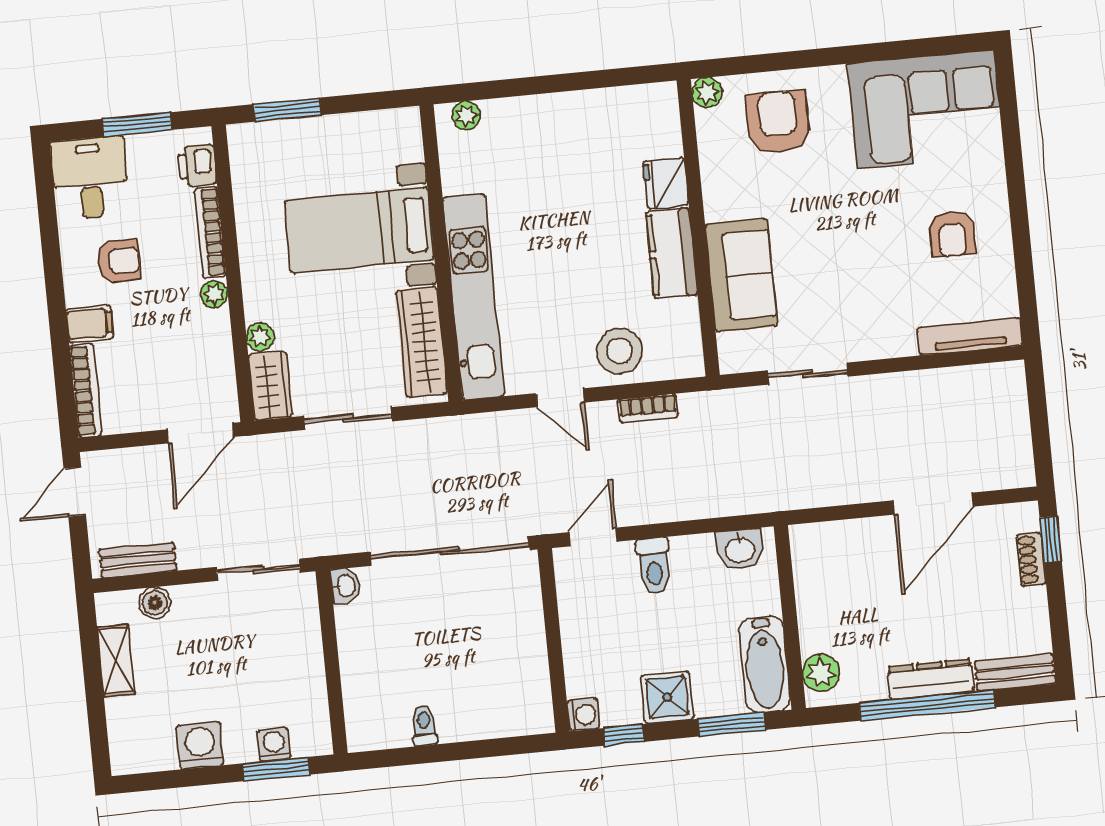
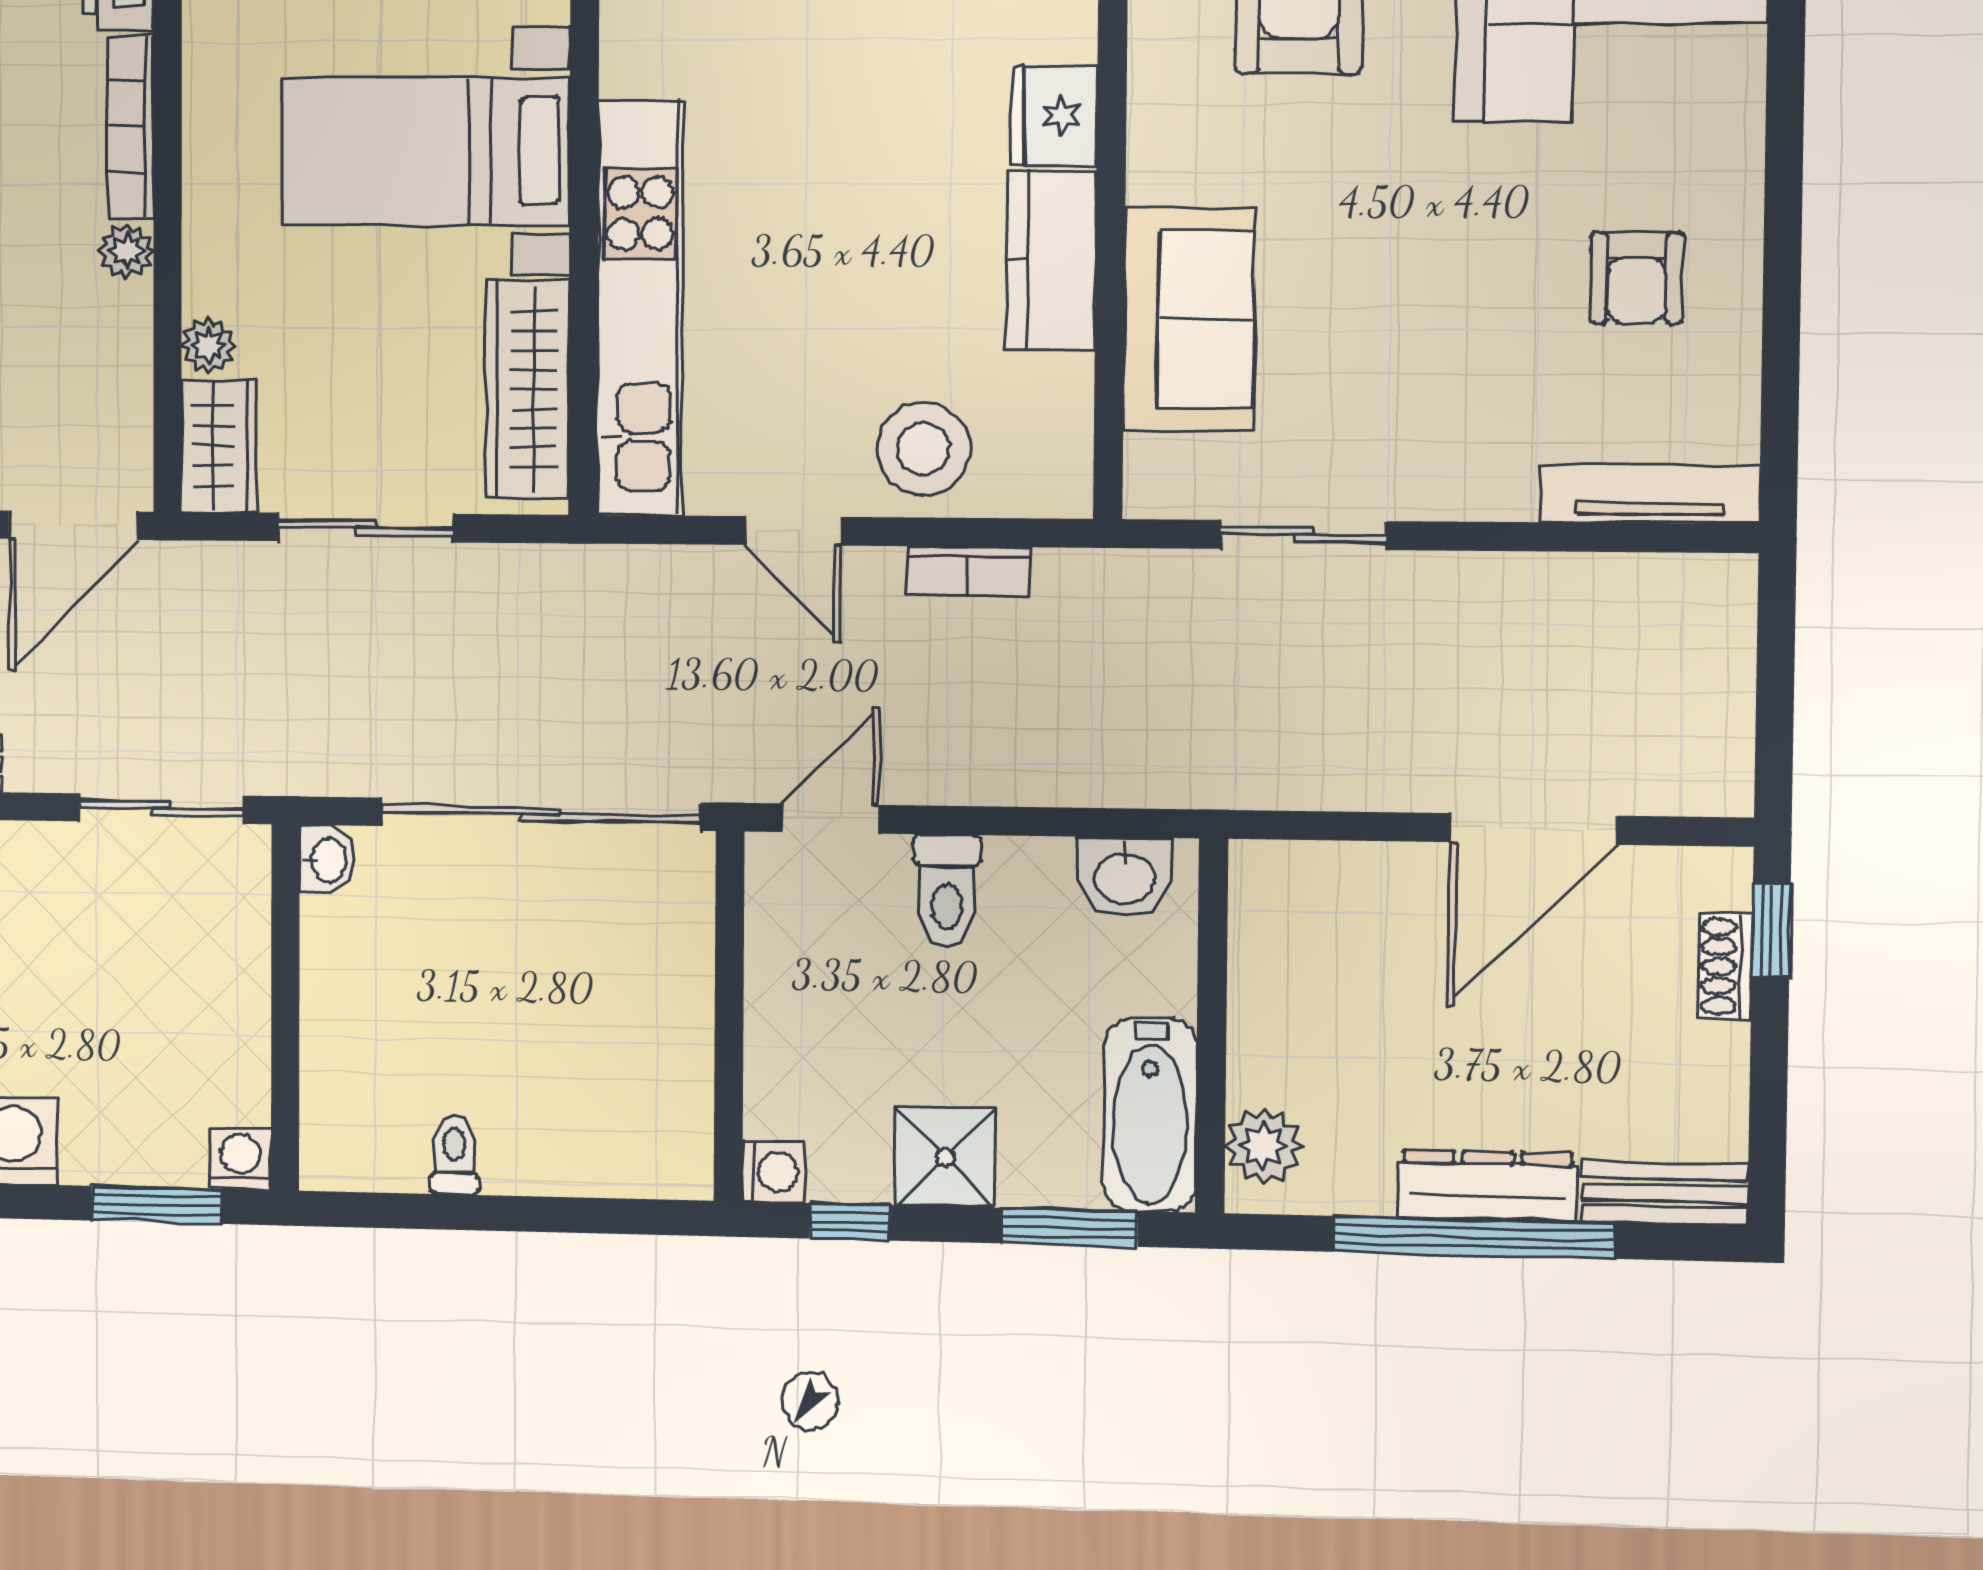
washing machine: (274, 745) -> (240, 1158), moved

